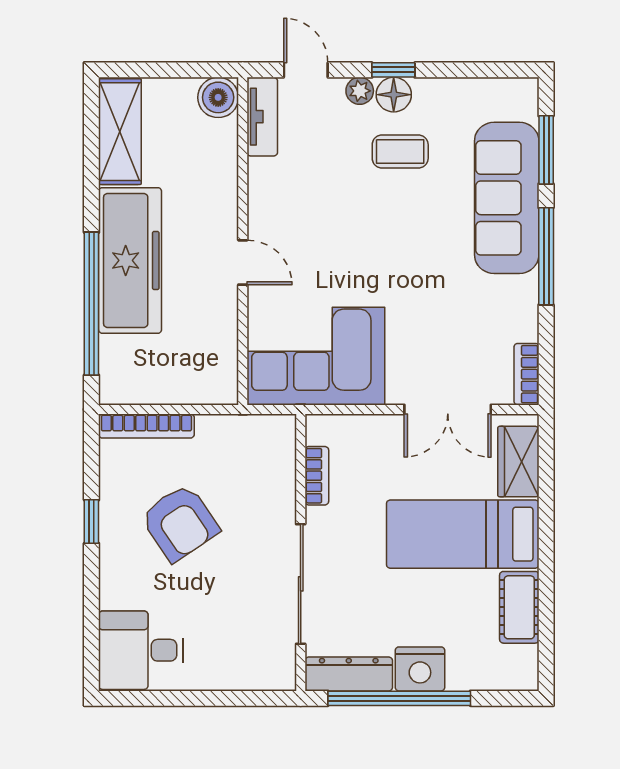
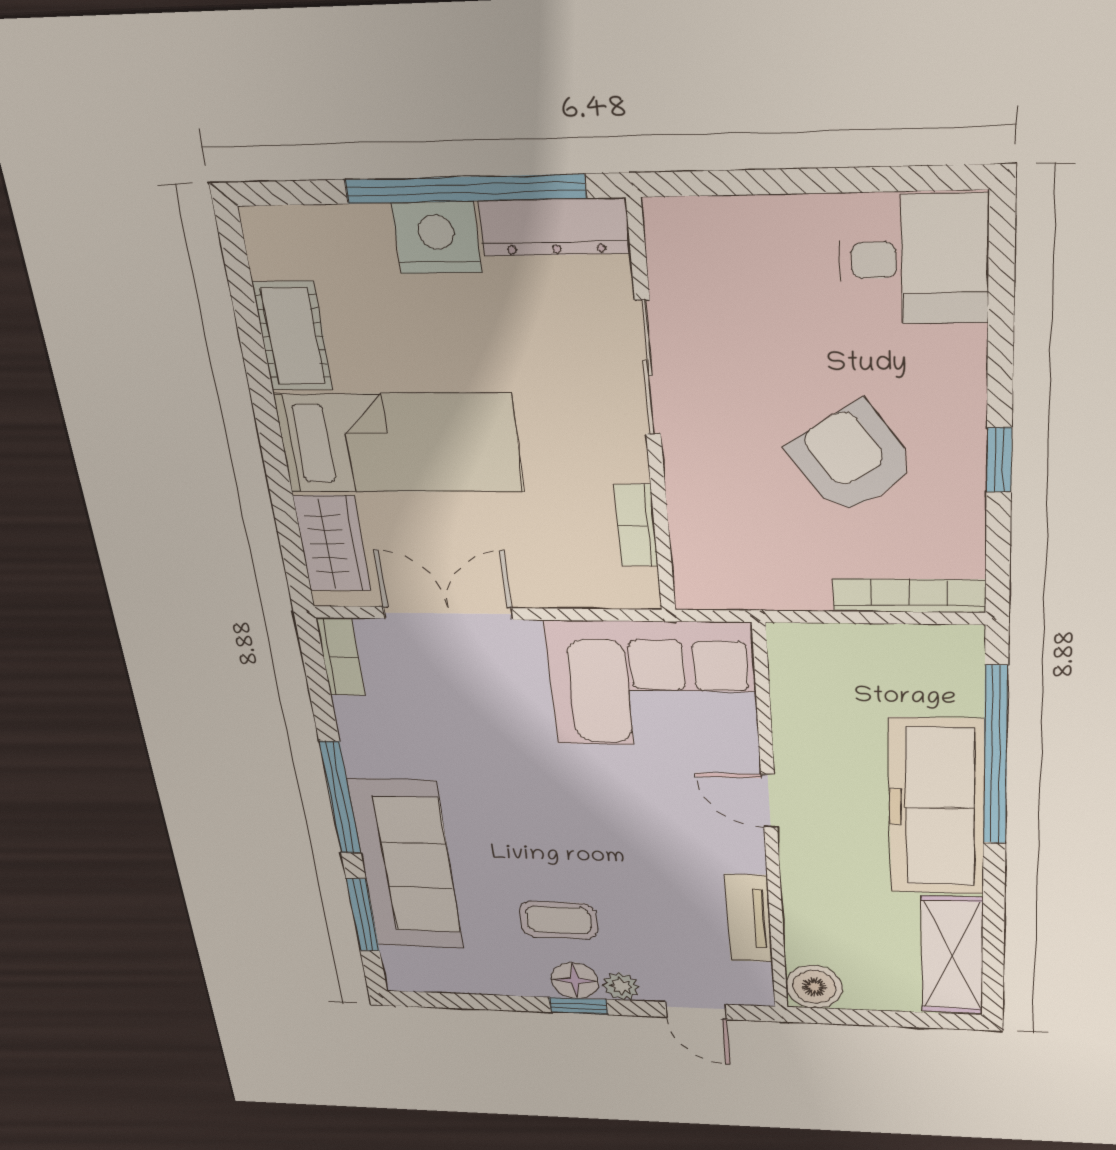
tv unit: (262, 117) -> (749, 918), moved
sliding door: (301, 584) -> (648, 368), width x0.73

